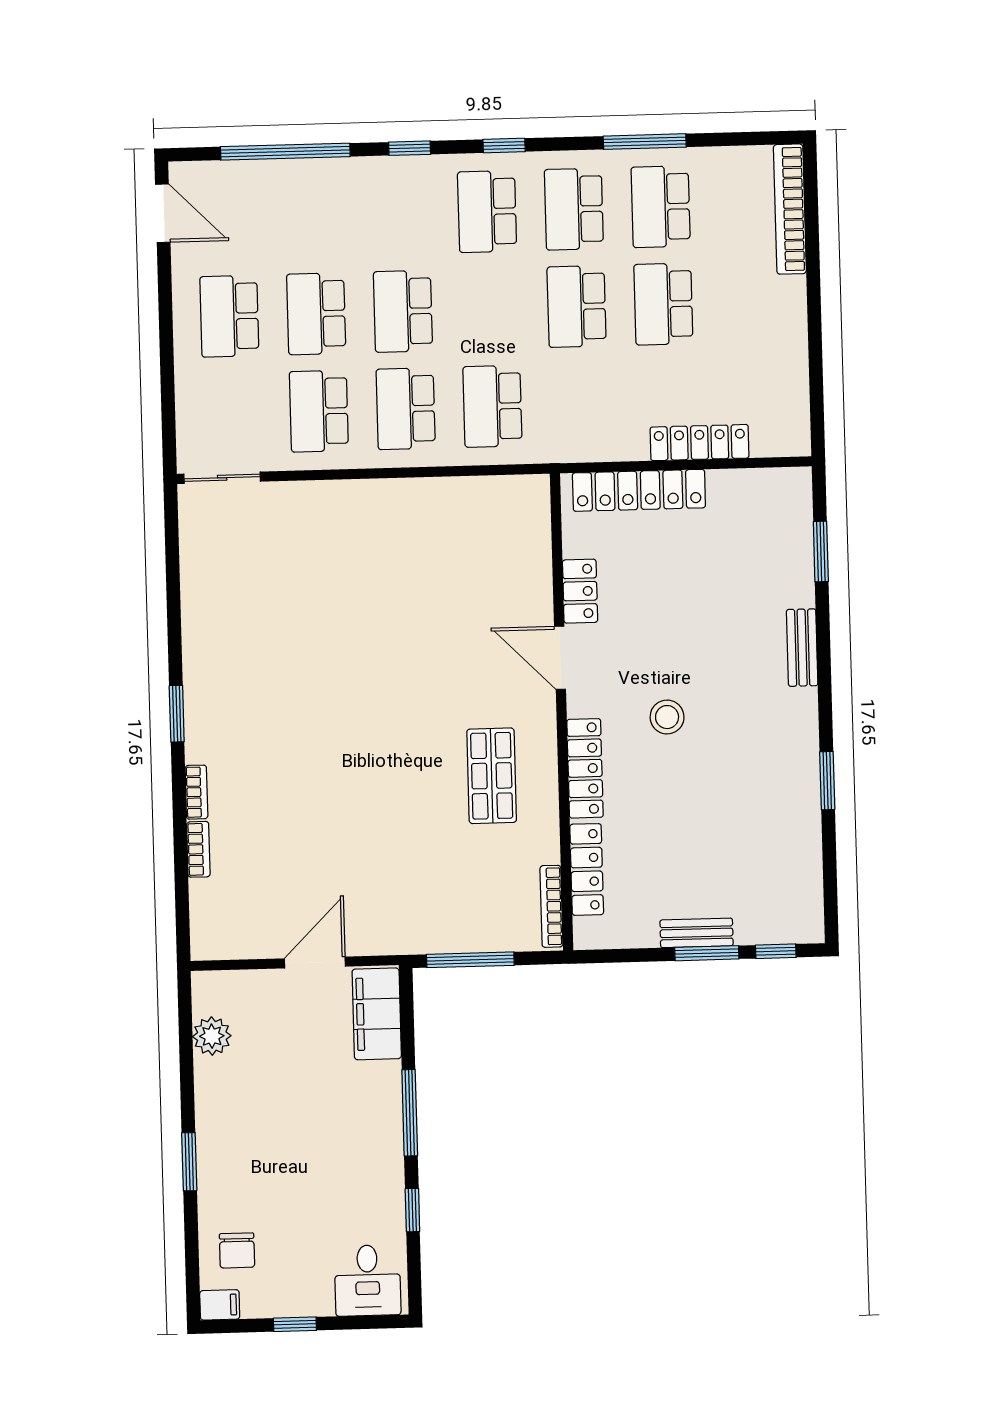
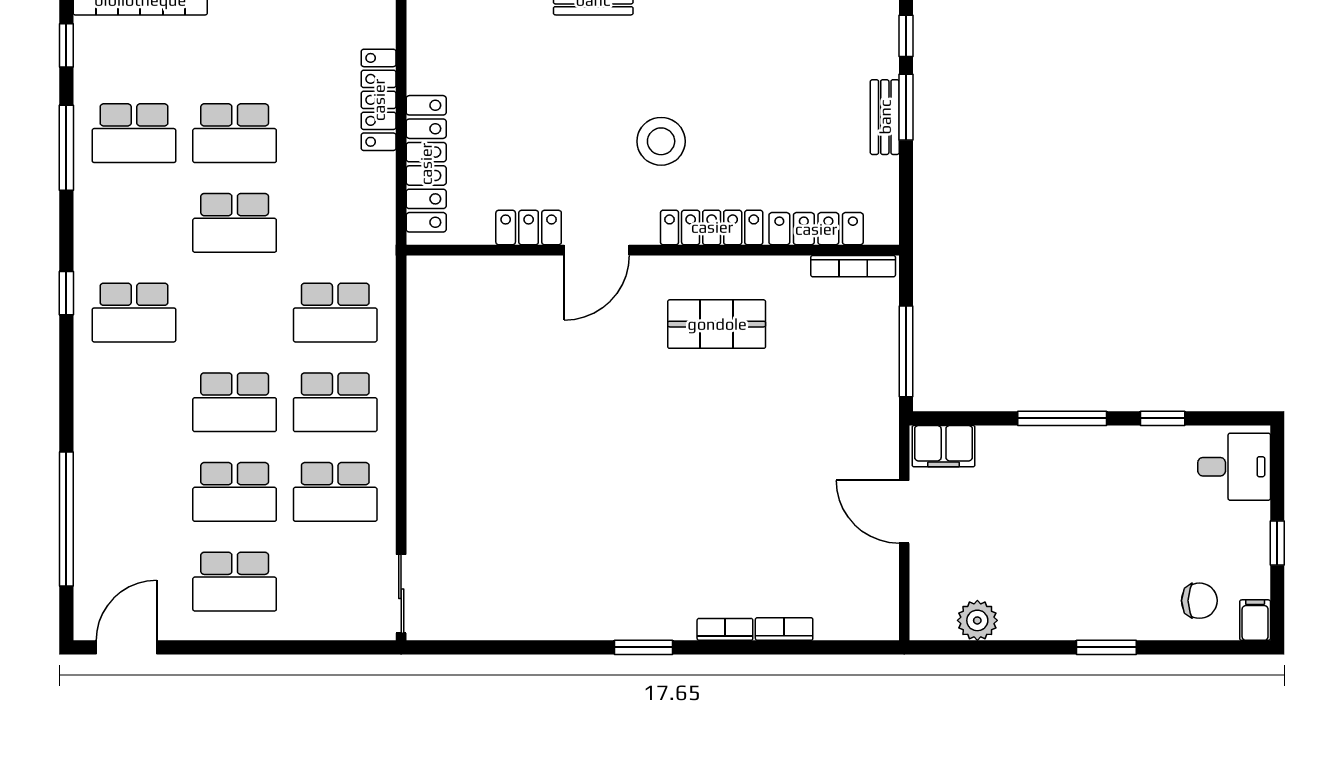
window: (410, 148) -> (66, 45), moved
school desk: (574, 209) -> (134, 223), removed
stool: (667, 717) -> (661, 141), width x1.38, depth x1.38
filing cabinet: (377, 1014) -> (944, 446), width x0.67, depth x0.86

